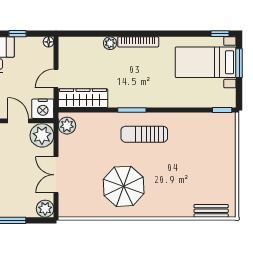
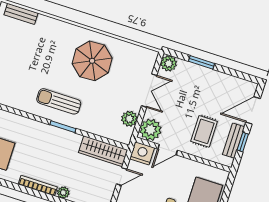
door: (18, 121) -> (168, 150), hinge flipped
plant: (67, 126) -> (129, 119), moved
sun lounger: (144, 134) -> (59, 101), turned 180

